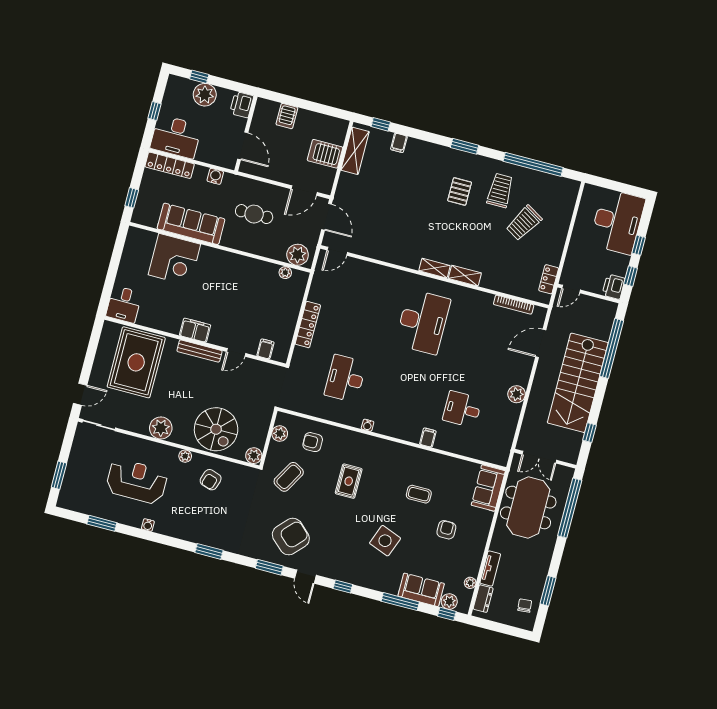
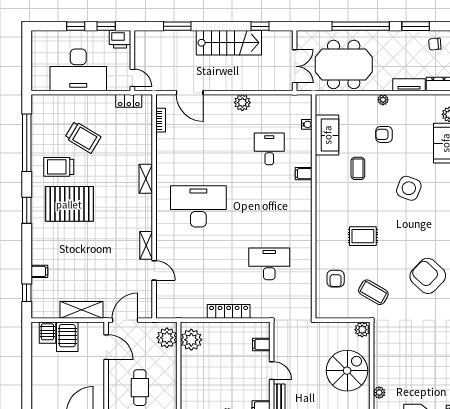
server rack: (287, 116) -> (47, 333), moved, turned 90
shelving: (355, 151) -> (81, 310), moved
pallet: (460, 191) -> (69, 204), width x2.05, depth x2.00
desk: (617, 222) -> (78, 70), moved, turned 180
door: (337, 251) -> (154, 270), moved
shelving: (434, 268) -> (146, 245), moved
plant: (285, 273) -> (191, 340), width x1.87, depth x1.87
bookcase: (514, 305) -> (161, 120), width x0.64
window: (612, 348) -> (177, 26), width x0.47
desk: (345, 379) -> (269, 264), turned 180
stairs: (578, 383) -> (229, 43), width x0.73, depth x0.66
desk: (462, 409) -> (269, 149), turned 180
water cooler: (368, 425) -> (307, 124), moved
plant: (280, 434) -> (336, 311), removed
armchair: (211, 480) -> (395, 363), removed
sofa: (488, 488) -> (327, 135), moved, turned -90
window: (570, 508) -> (361, 26), moved
plant: (470, 583) -> (383, 100), moved

